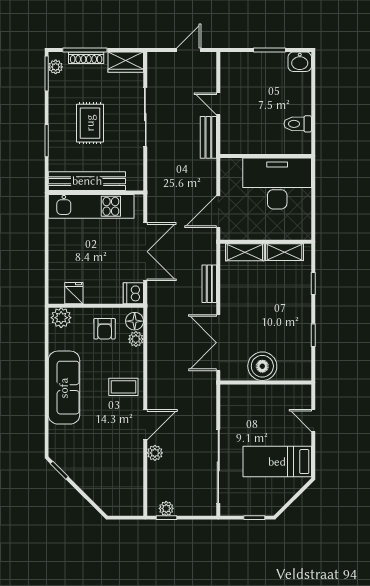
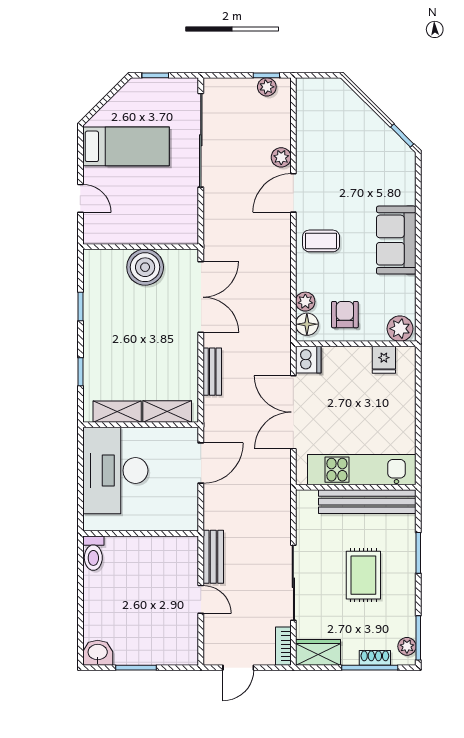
shoe rack: (86, 58) -> (375, 658), width x0.70
bookcase: (153, 67) -> (283, 646), added
toilet: (298, 124) -> (93, 553), moved, turned 90
desk: (277, 183) -> (115, 470), moved, turned 90
sofa: (64, 388) -> (396, 240), width x0.73

